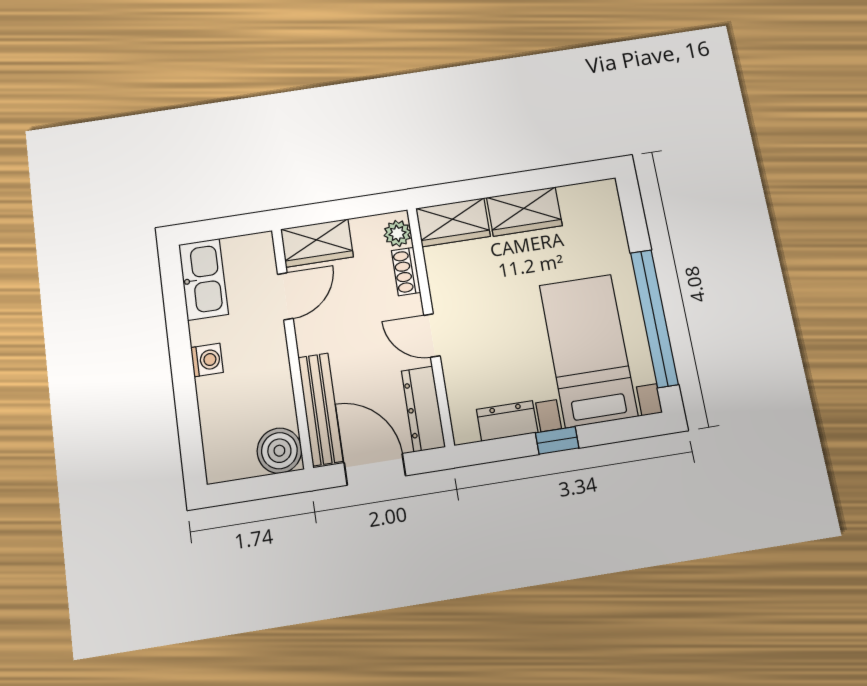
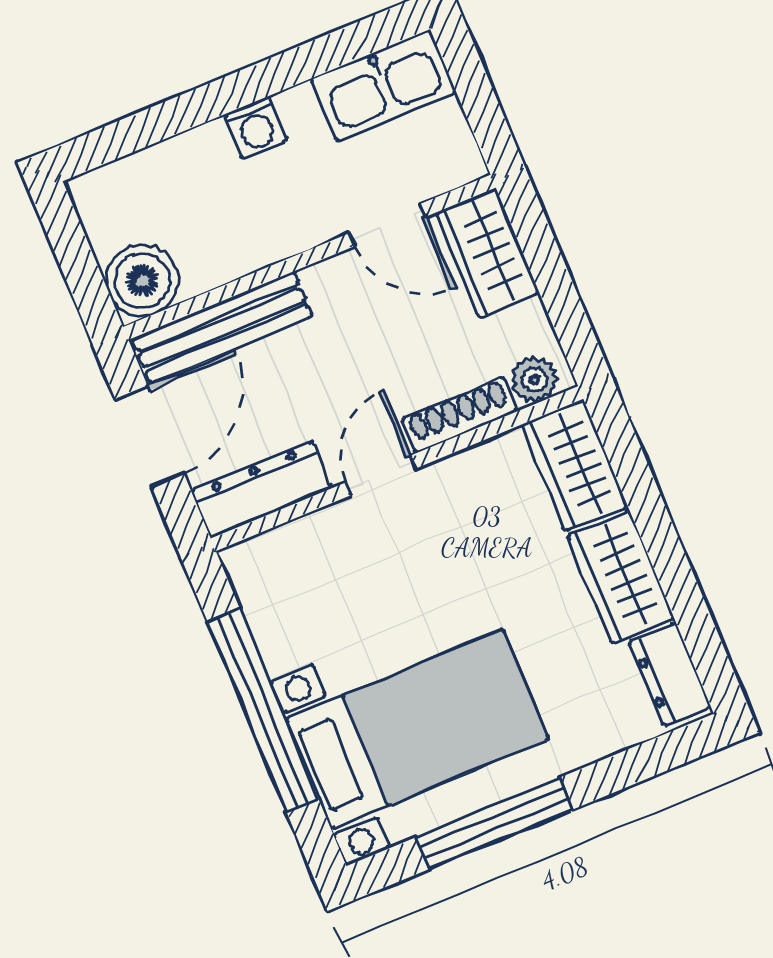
shoe rack: (406, 271) -> (460, 415), width x1.43
window: (654, 318) -> (494, 823), width x0.68
dresser: (507, 421) -> (670, 675), moved, turned 180
window: (557, 440) -> (263, 710), width x3.17

